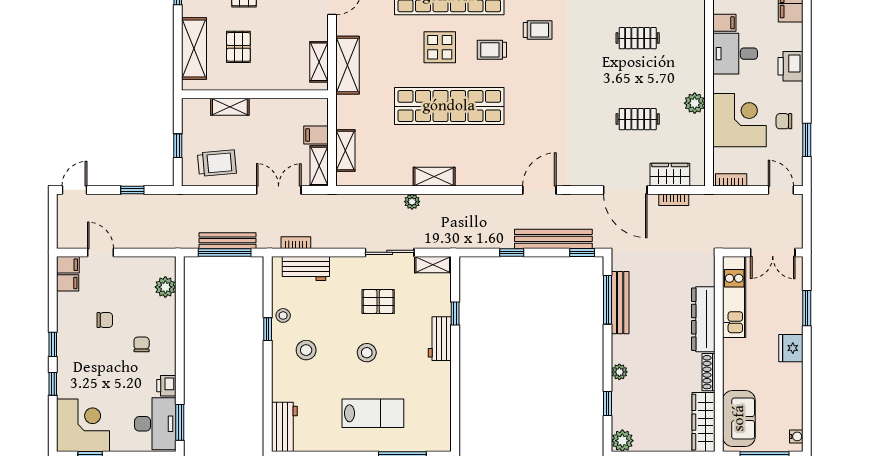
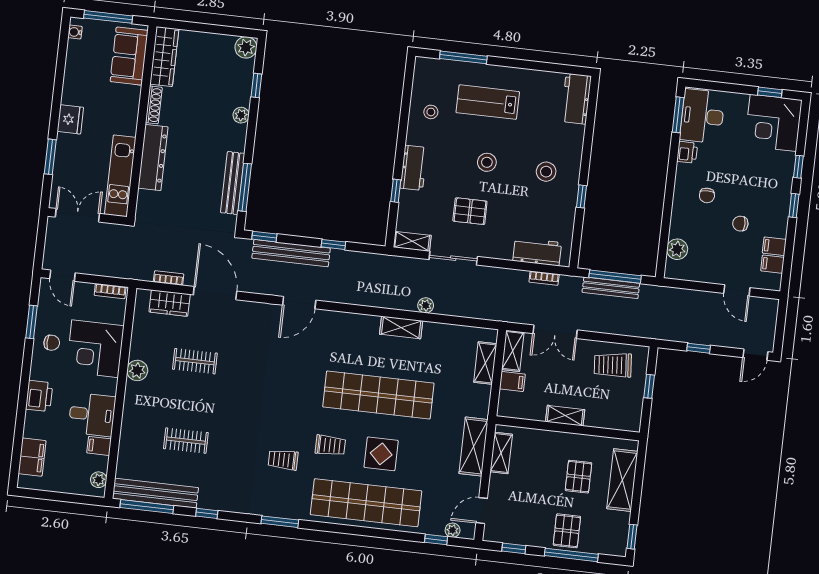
shelving: (230, 107) -> (565, 416), moved
filing cabinet: (68, 265) -> (774, 246), moved
stool: (283, 315) -> (431, 112), moved

